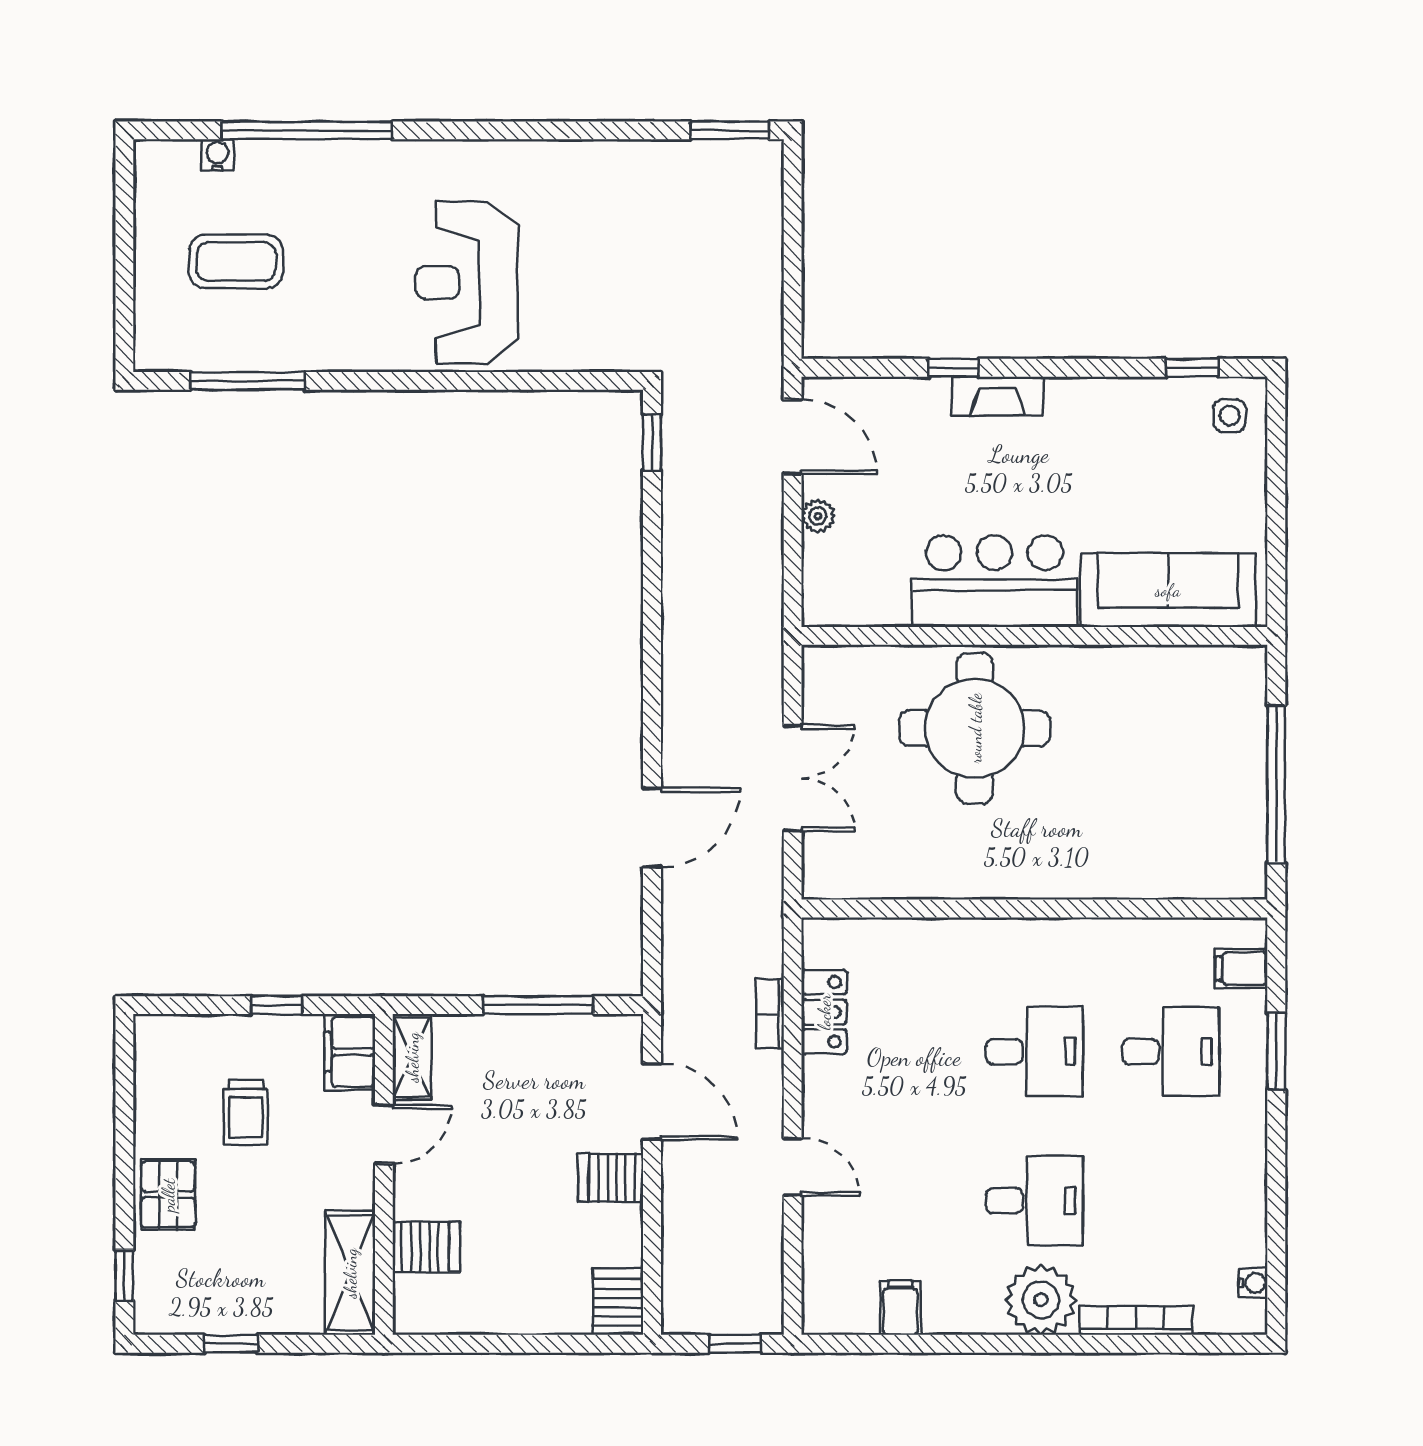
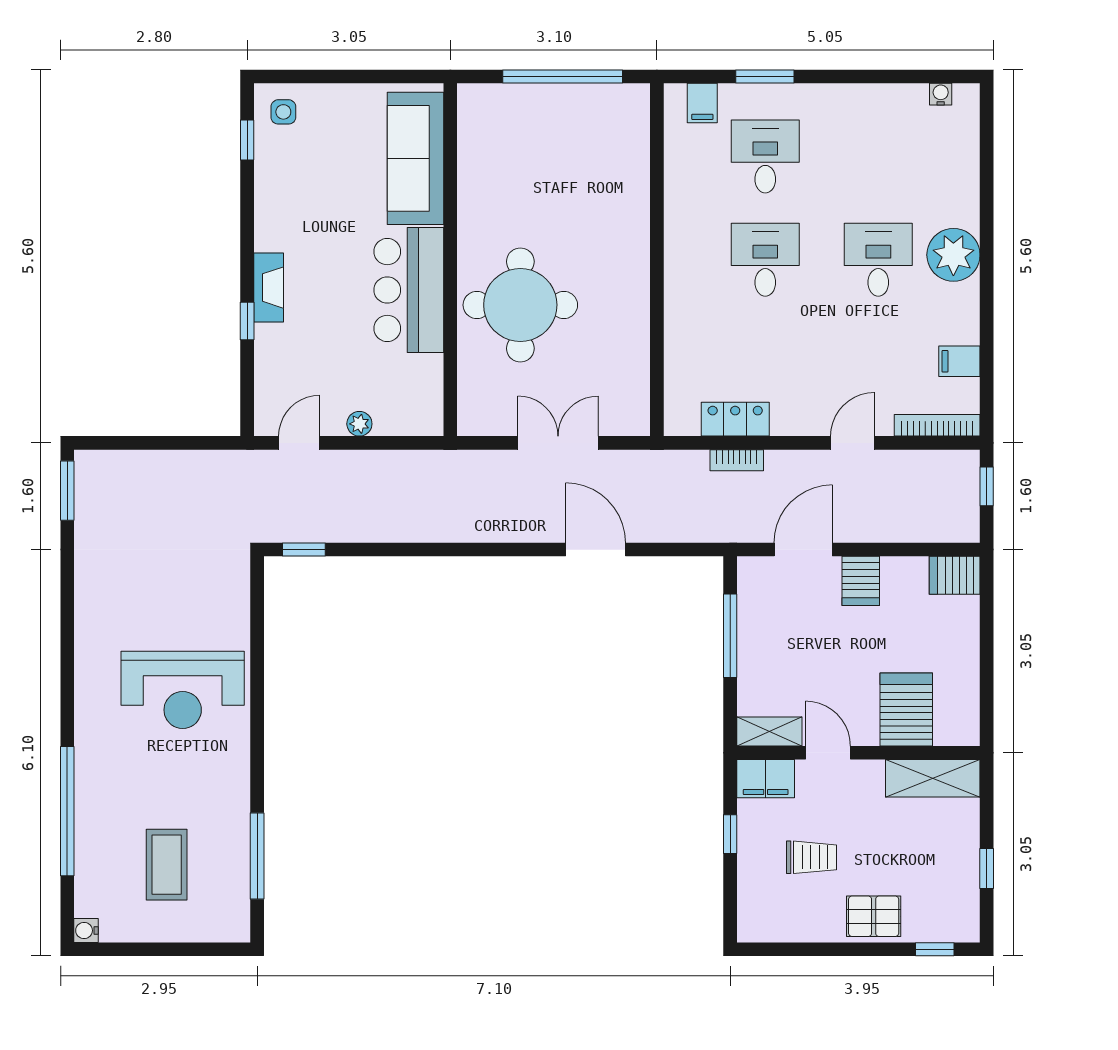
water cooler: (217, 155) -> (86, 931), moved
door: (793, 437) -> (299, 443), width x0.73
server rack: (426, 1247) -> (906, 709), width x1.36, depth x1.44
bookcase: (1136, 1320) -> (937, 425), moved, turned 90

